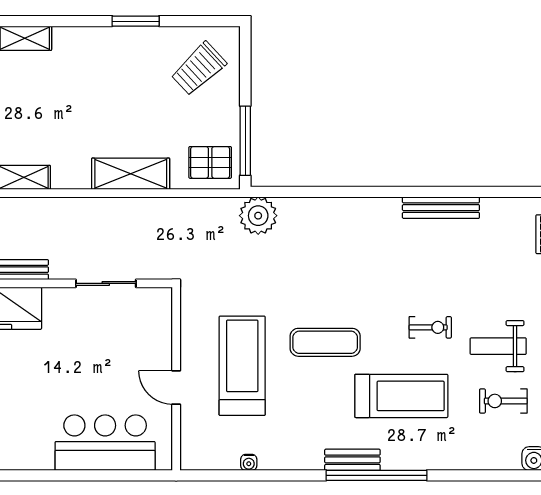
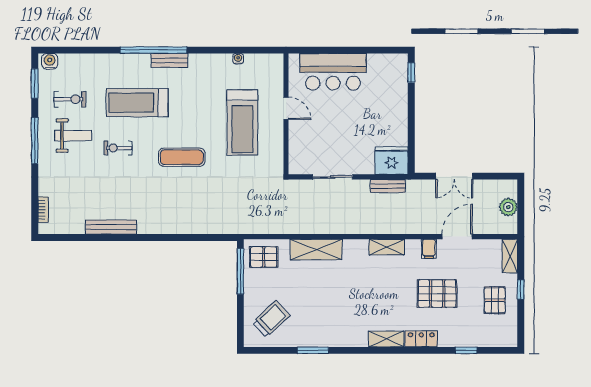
plant: (258, 216) -> (232, 222), removed
exercise mat: (325, 342) -> (182, 157), moved

